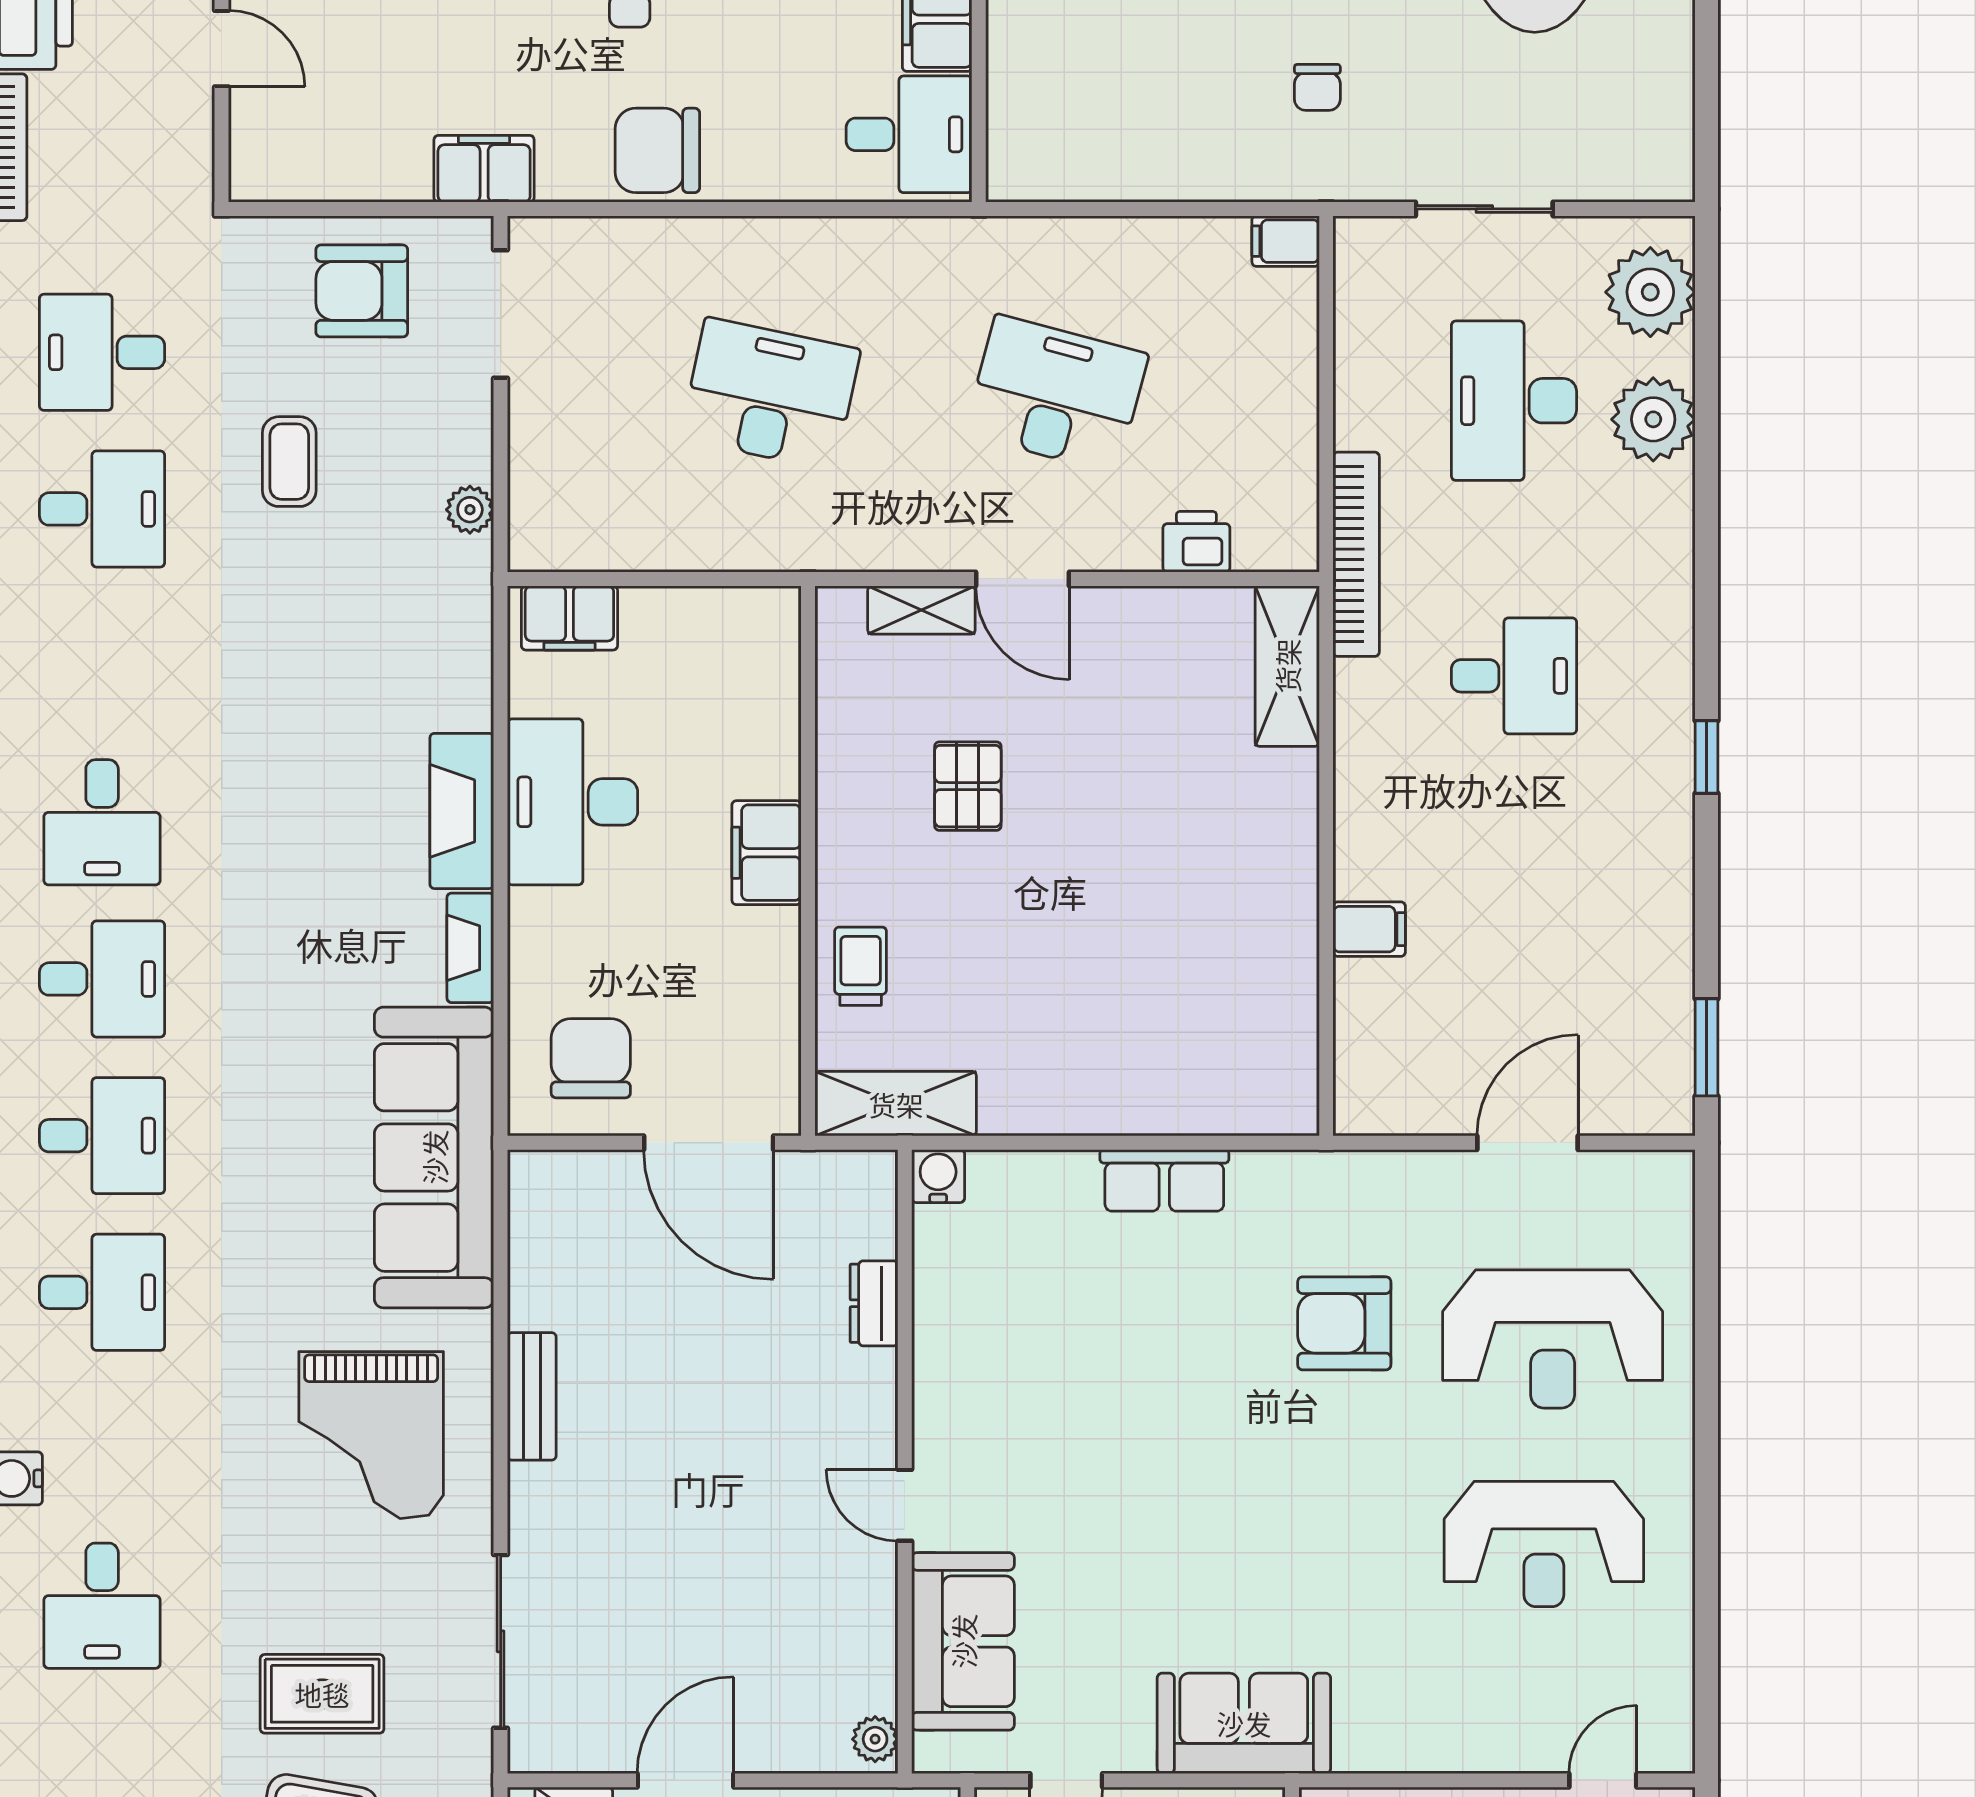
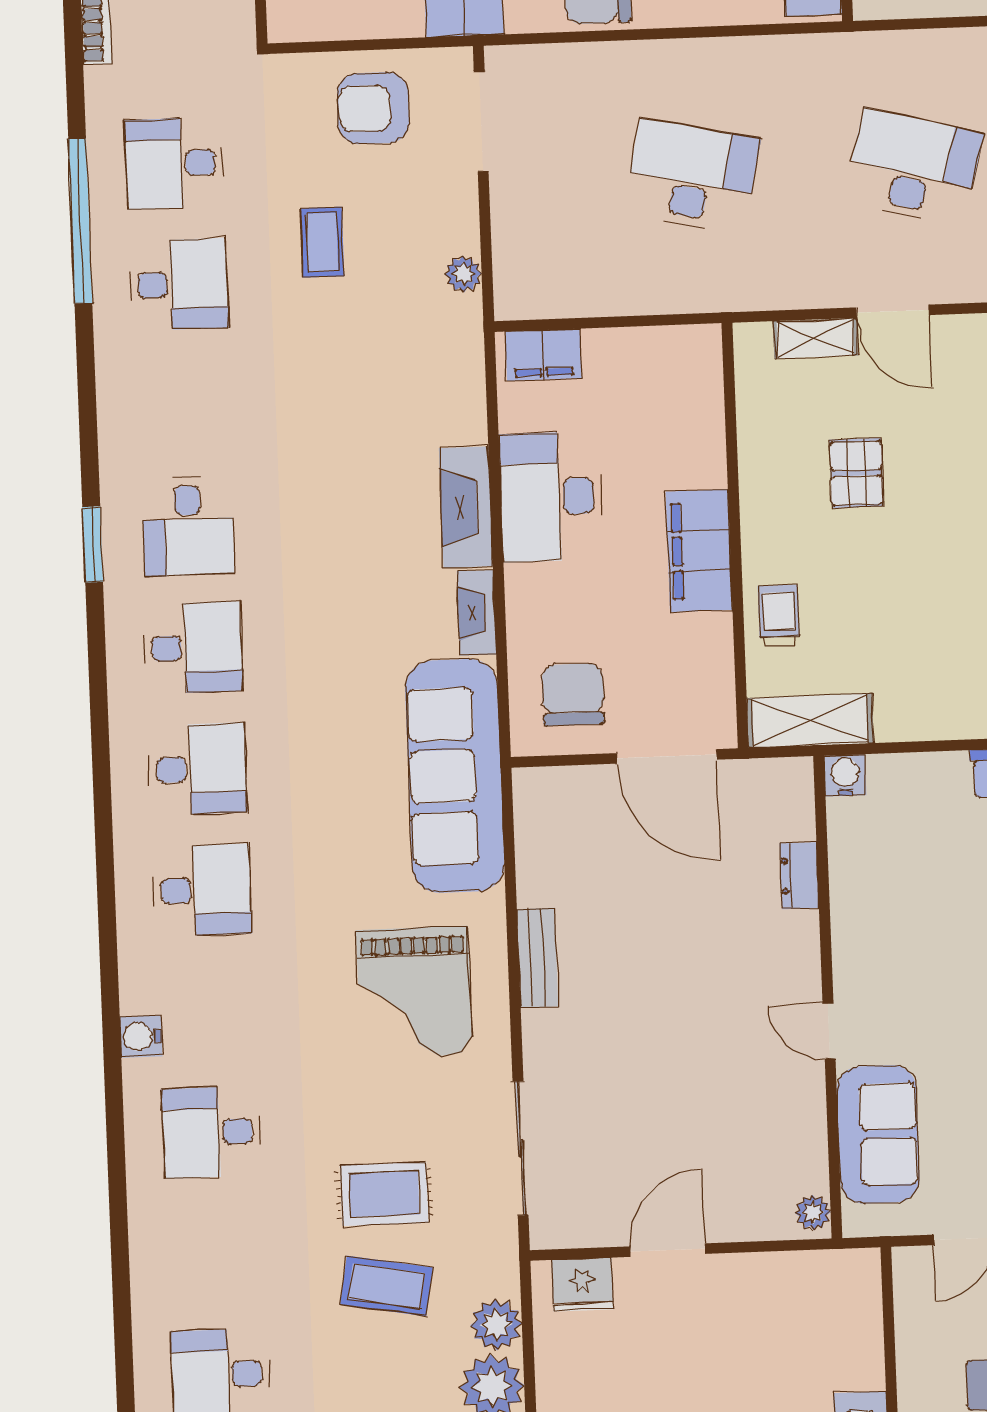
filing cabinet: (767, 853) -> (699, 551), width x1.50, depth x1.17
desk: (102, 1606) -> (211, 1132), turned 90

